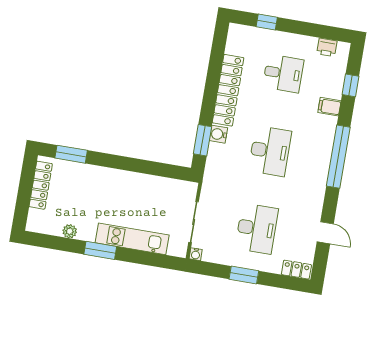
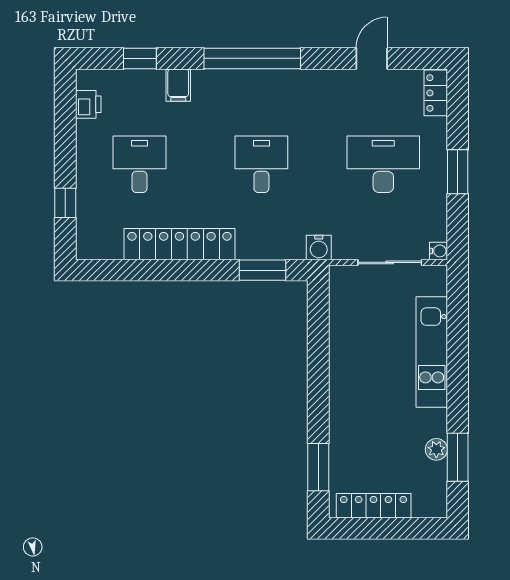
water cooler: (218, 134) -> (319, 248), moved
desk: (270, 151) -> (261, 164), width x0.73
window: (100, 250) -> (458, 457), moved

